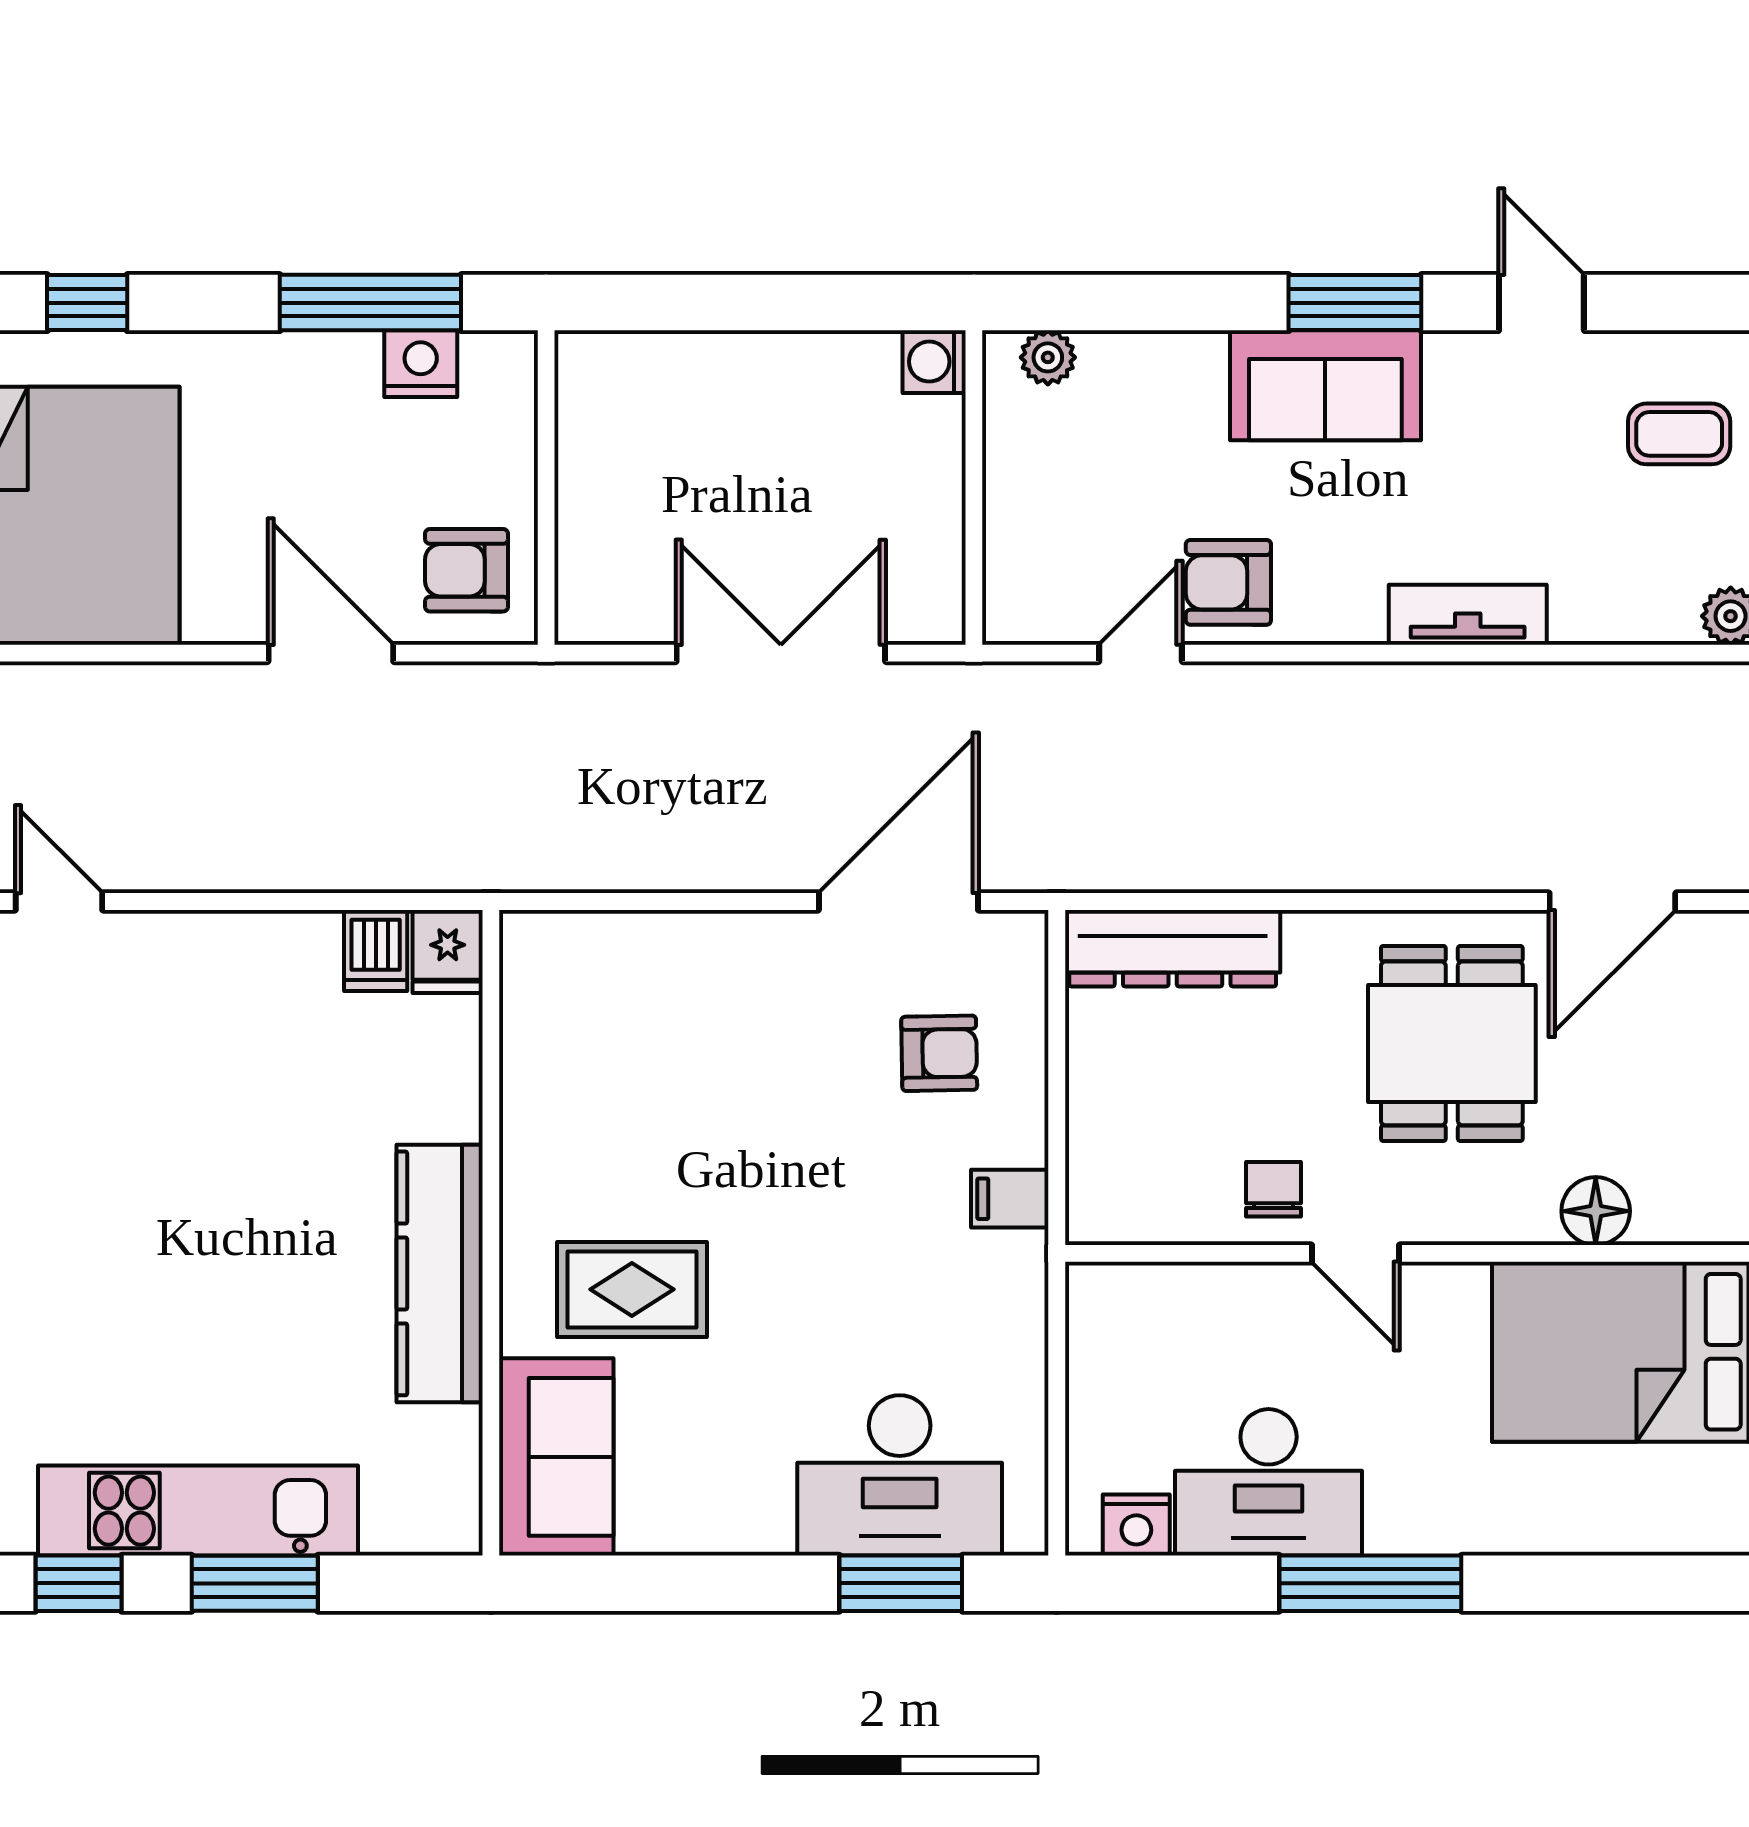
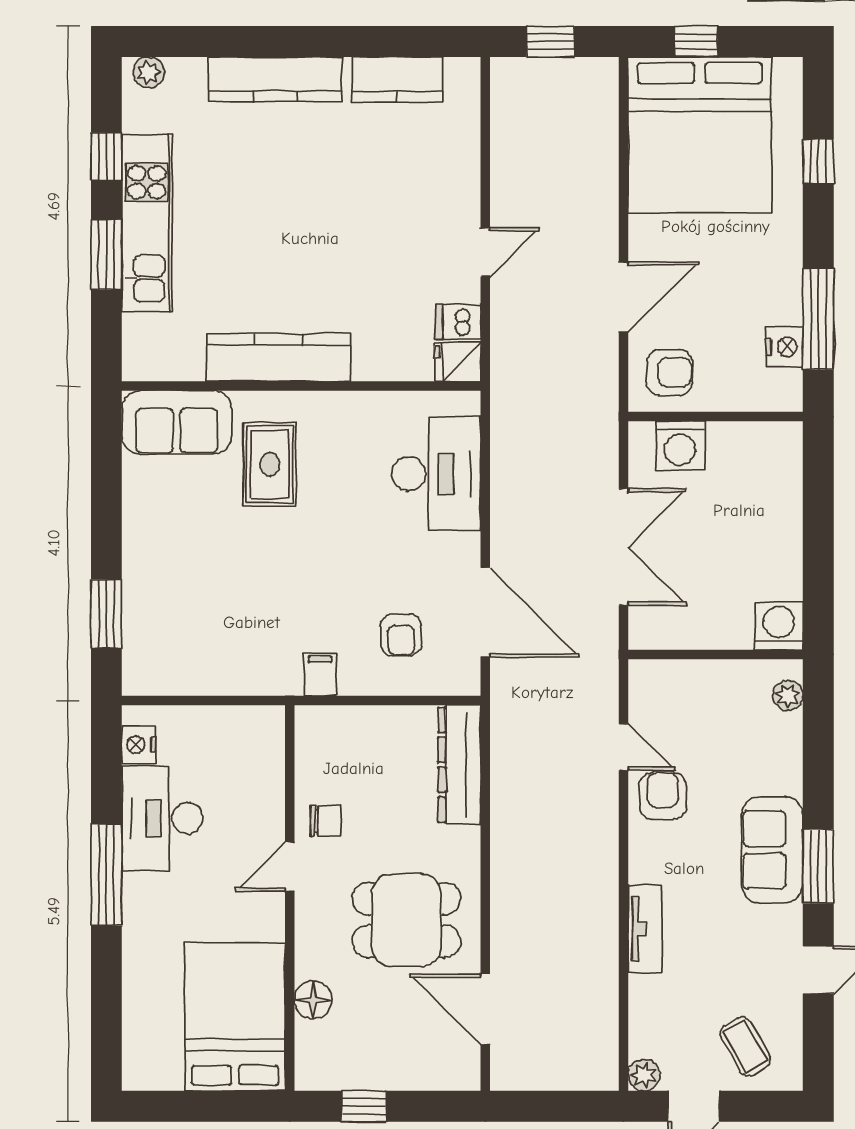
washing machine: (934, 362) -> (779, 626), width x1.38, depth x1.38
coffee table: (1679, 434) -> (745, 1046), turned -30
washing machine: (598, 551) -> (680, 446), added
armchair: (466, 570) -> (669, 372), turned 90
door: (59, 901) -> (485, 252), moved
desk: (900, 1475) -> (436, 474), moved, turned 180

